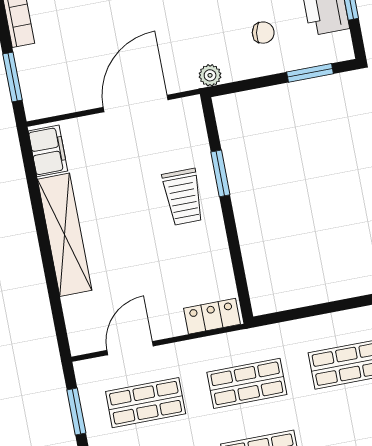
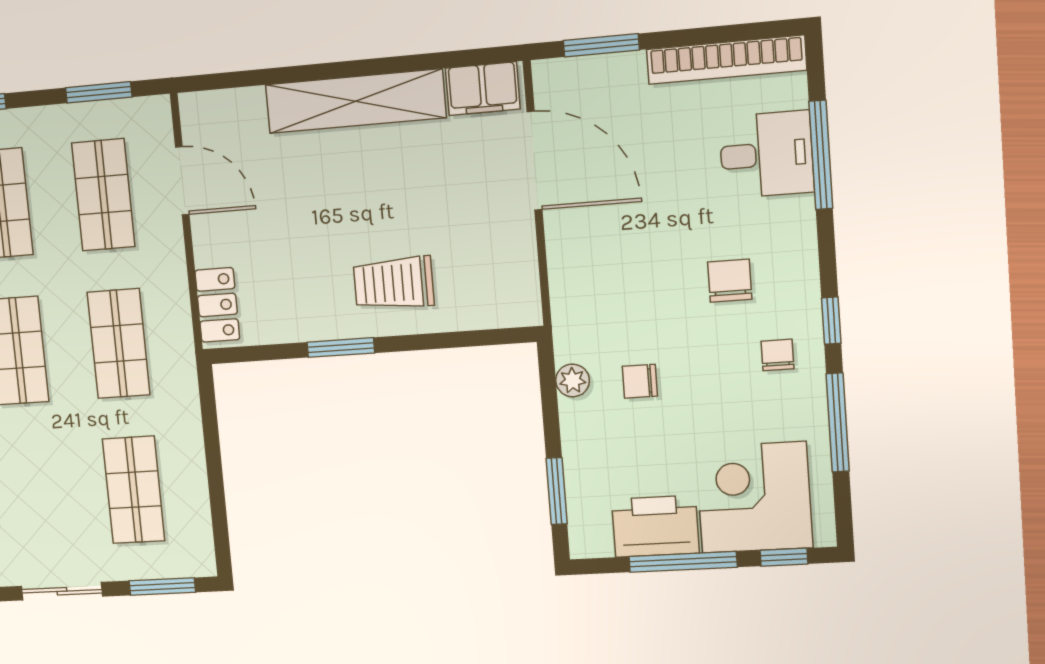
chair: (263, 33) -> (640, 381), moved, turned 79
plant: (210, 75) -> (573, 380), moved
door: (136, 103) -> (534, 161), moved
window: (220, 173) -> (341, 347), moved

